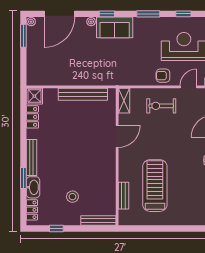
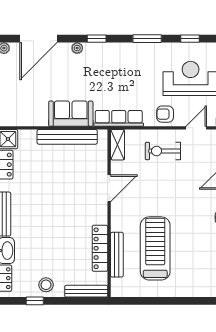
sofa: (115, 27) -> (71, 114), moved, turned 180
row of seats: (125, 79) -> (119, 118), added
locker: (110, 185) -> (100, 248), added
bench: (124, 196) -> (117, 255), width x1.36
stool: (72, 197) -> (46, 285), moved

